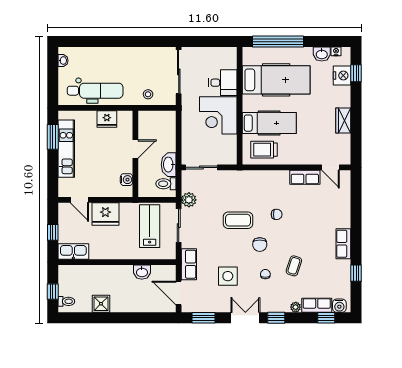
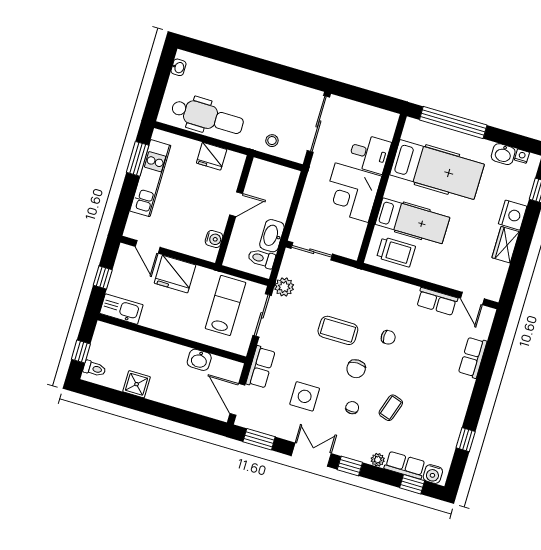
nightstand: (342, 75) -> (513, 215), moved
trolley: (264, 150) -> (396, 252), turned 180
row of seats: (343, 244) -> (473, 357), moved

